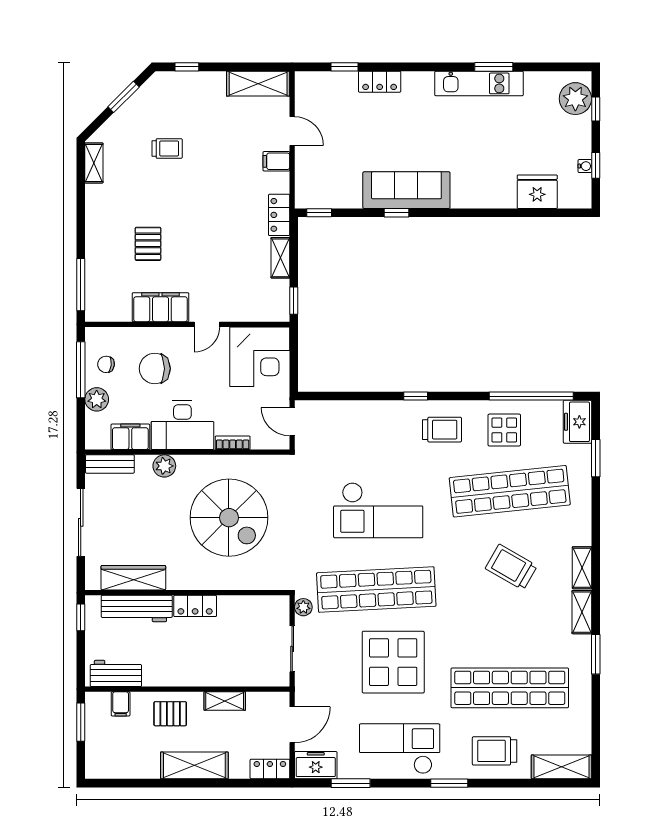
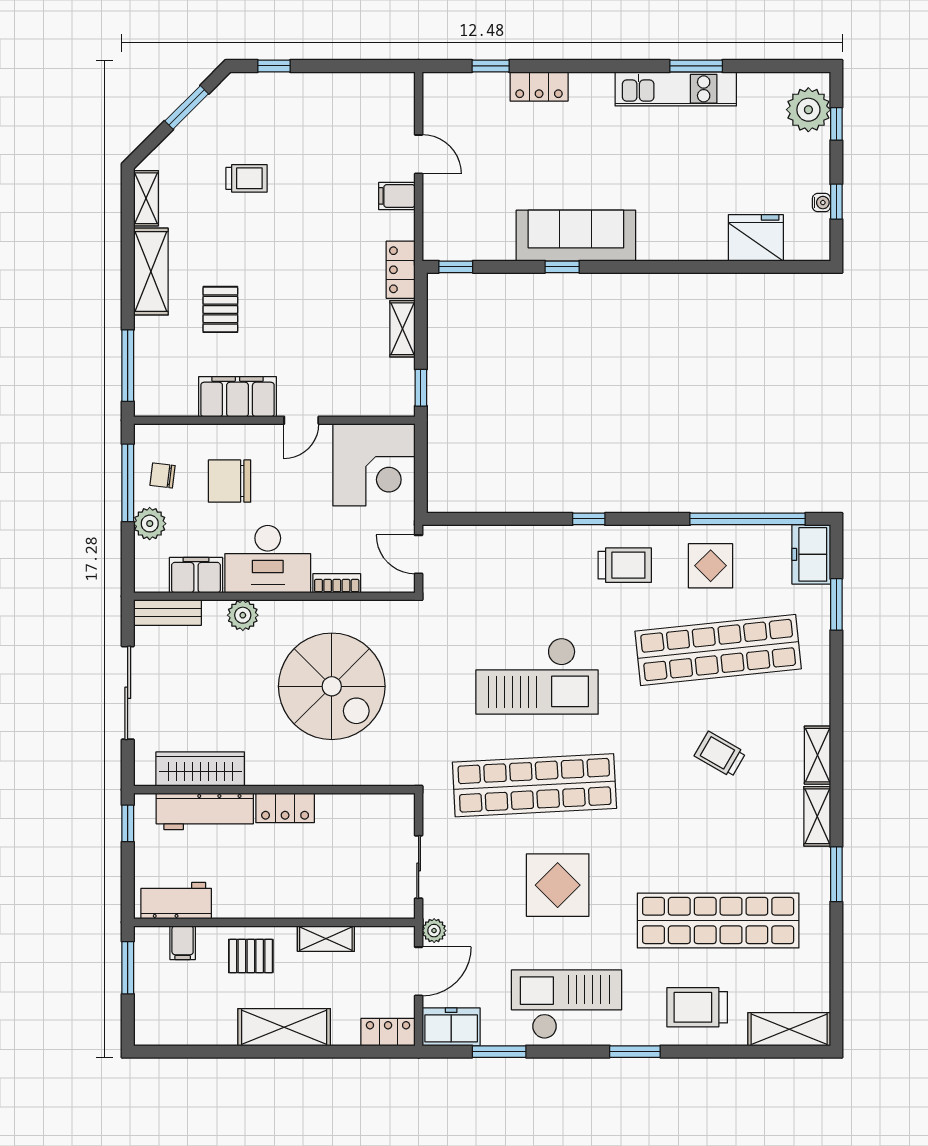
shelving: (258, 84) -> (151, 272), moved, turned 90
trolley: (511, 567) -> (720, 754), width x0.73, depth x0.72
plant: (303, 607) -> (434, 931), moved
display table: (393, 662) -> (558, 885), width x0.73, depth x0.73

